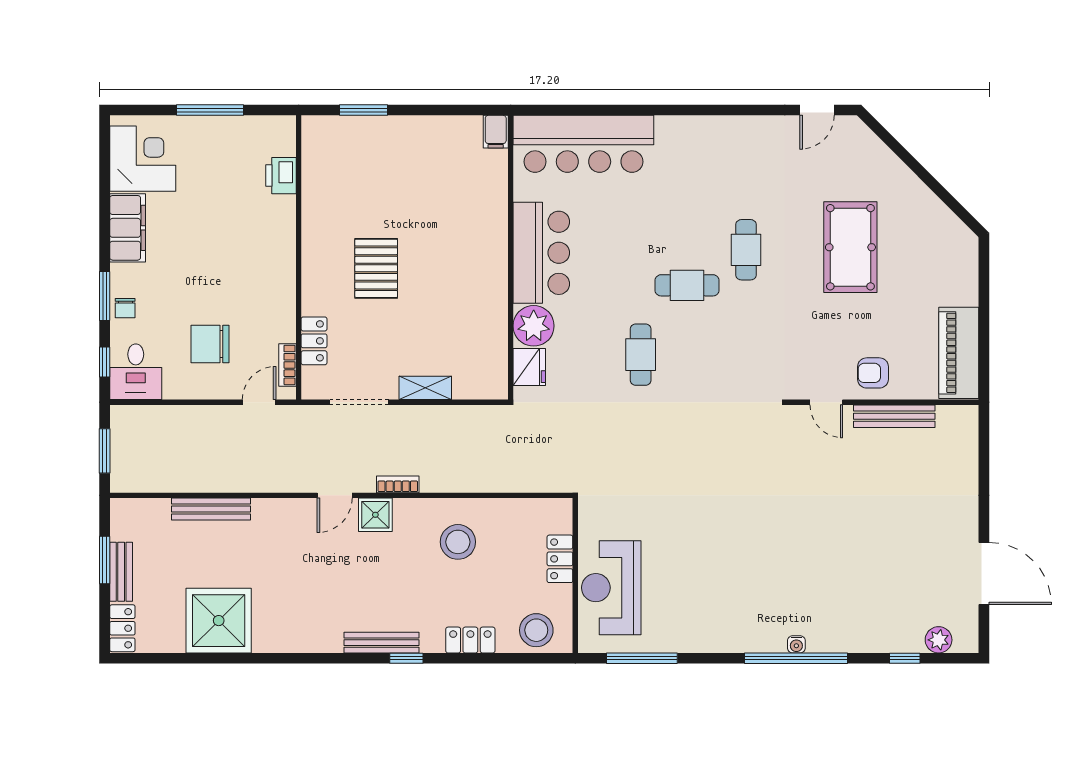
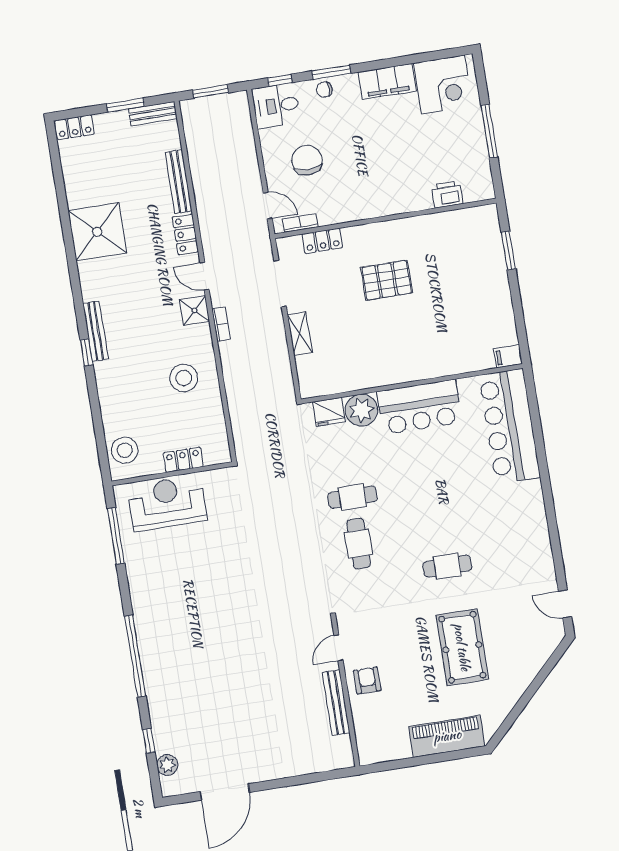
pool table: (850, 247) -> (462, 647), turned 90
cafe table: (687, 285) -> (359, 544), moved
piano: (959, 353) -> (447, 736), moved
bench: (121, 572) -> (153, 114), moved
shower: (219, 621) -> (97, 232), moved
locker: (470, 640) -> (185, 234), moved, turned 180
water cooler: (796, 644) -> (146, 655), removed

